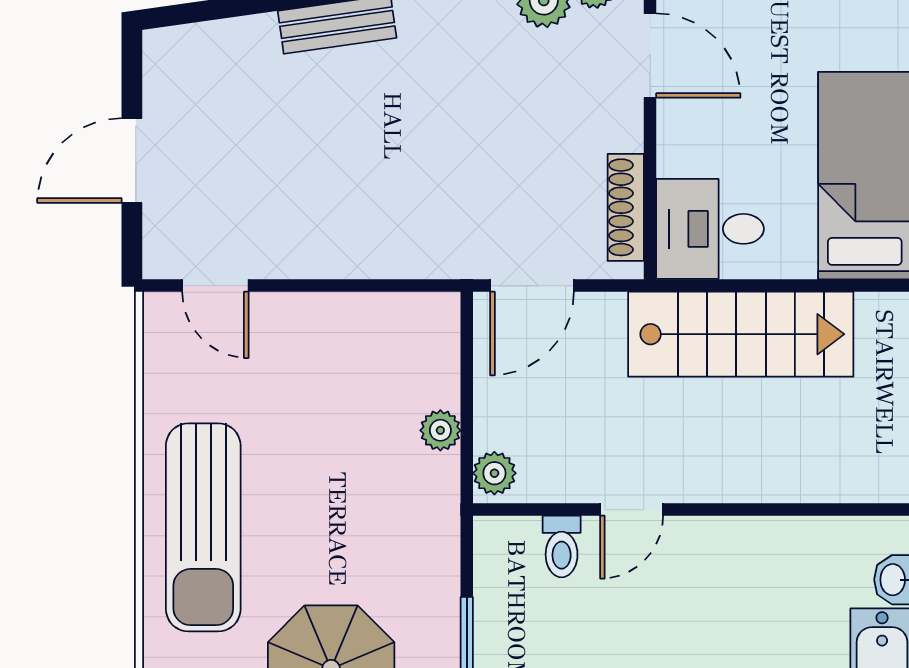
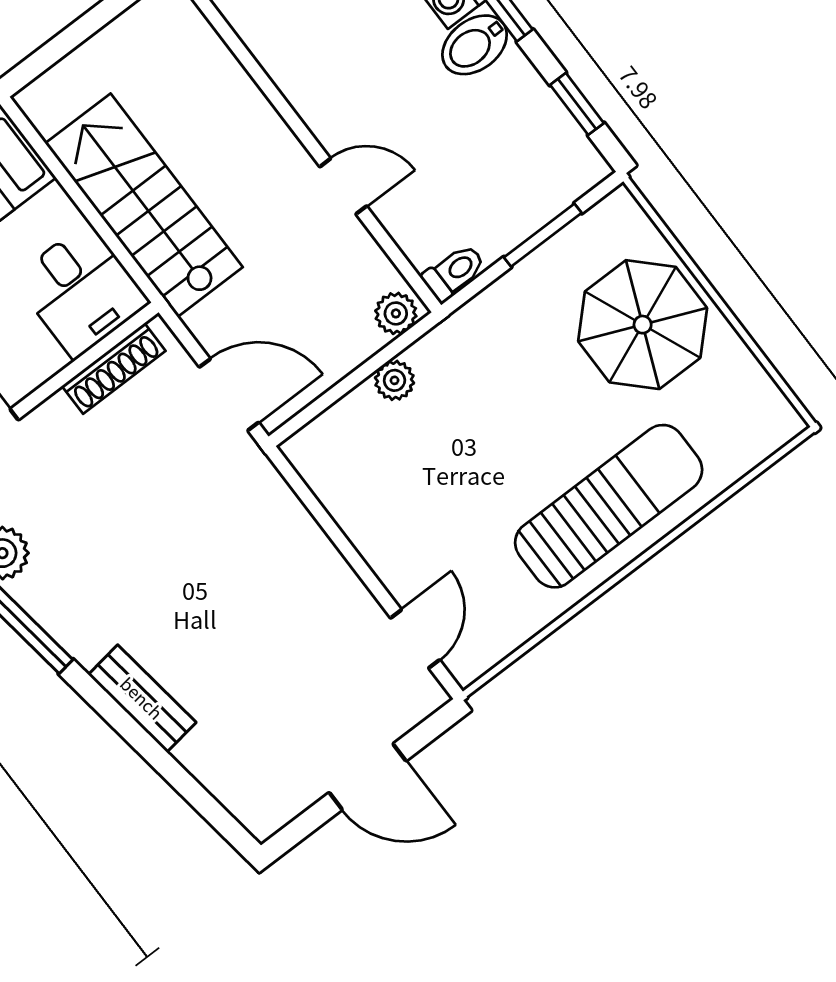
toilet: (562, 546) -> (454, 272), moved

